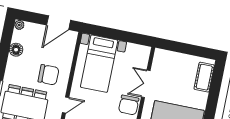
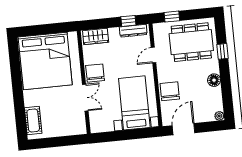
floor lamp: (16, 50) -> (214, 80), moved
chair: (48, 75) -> (170, 91), moved, turned 90

